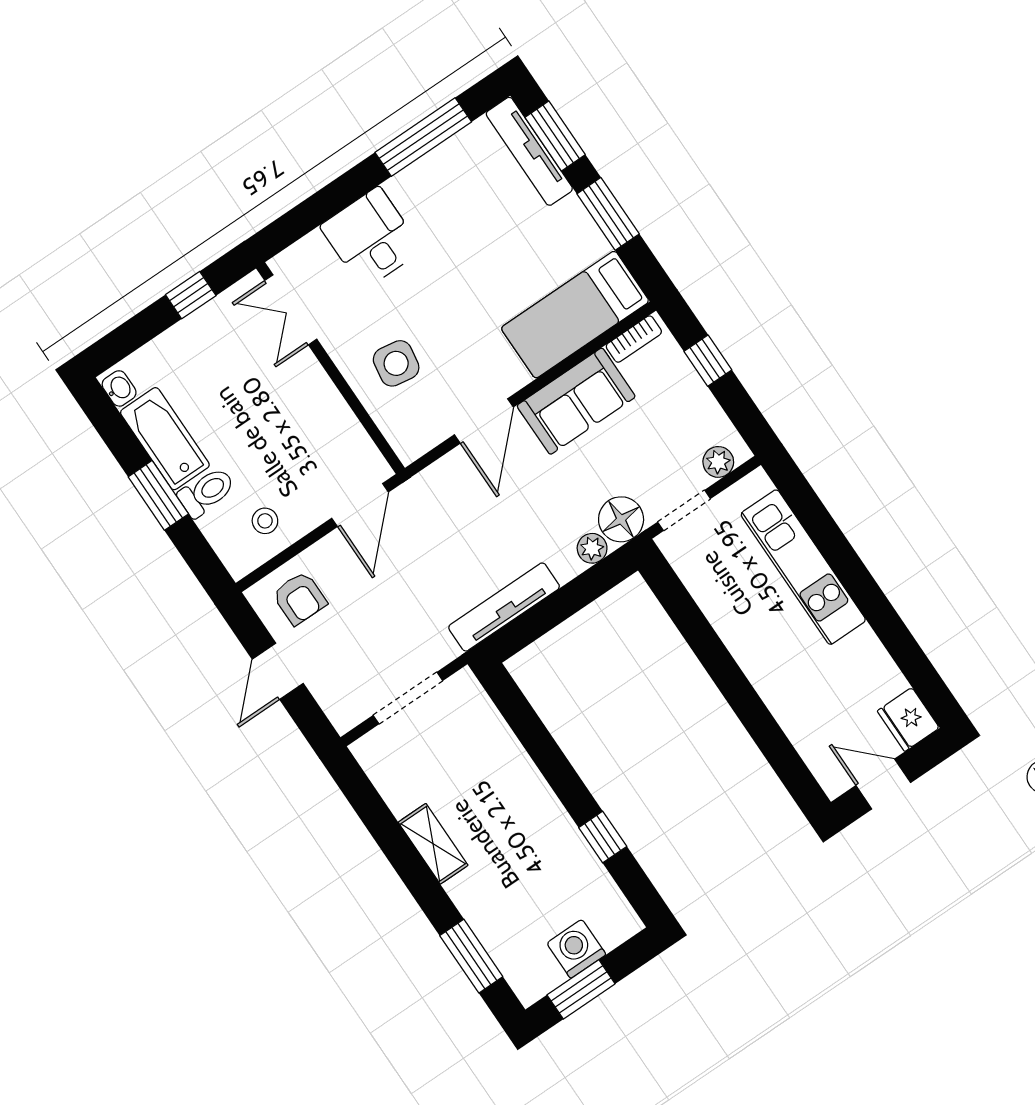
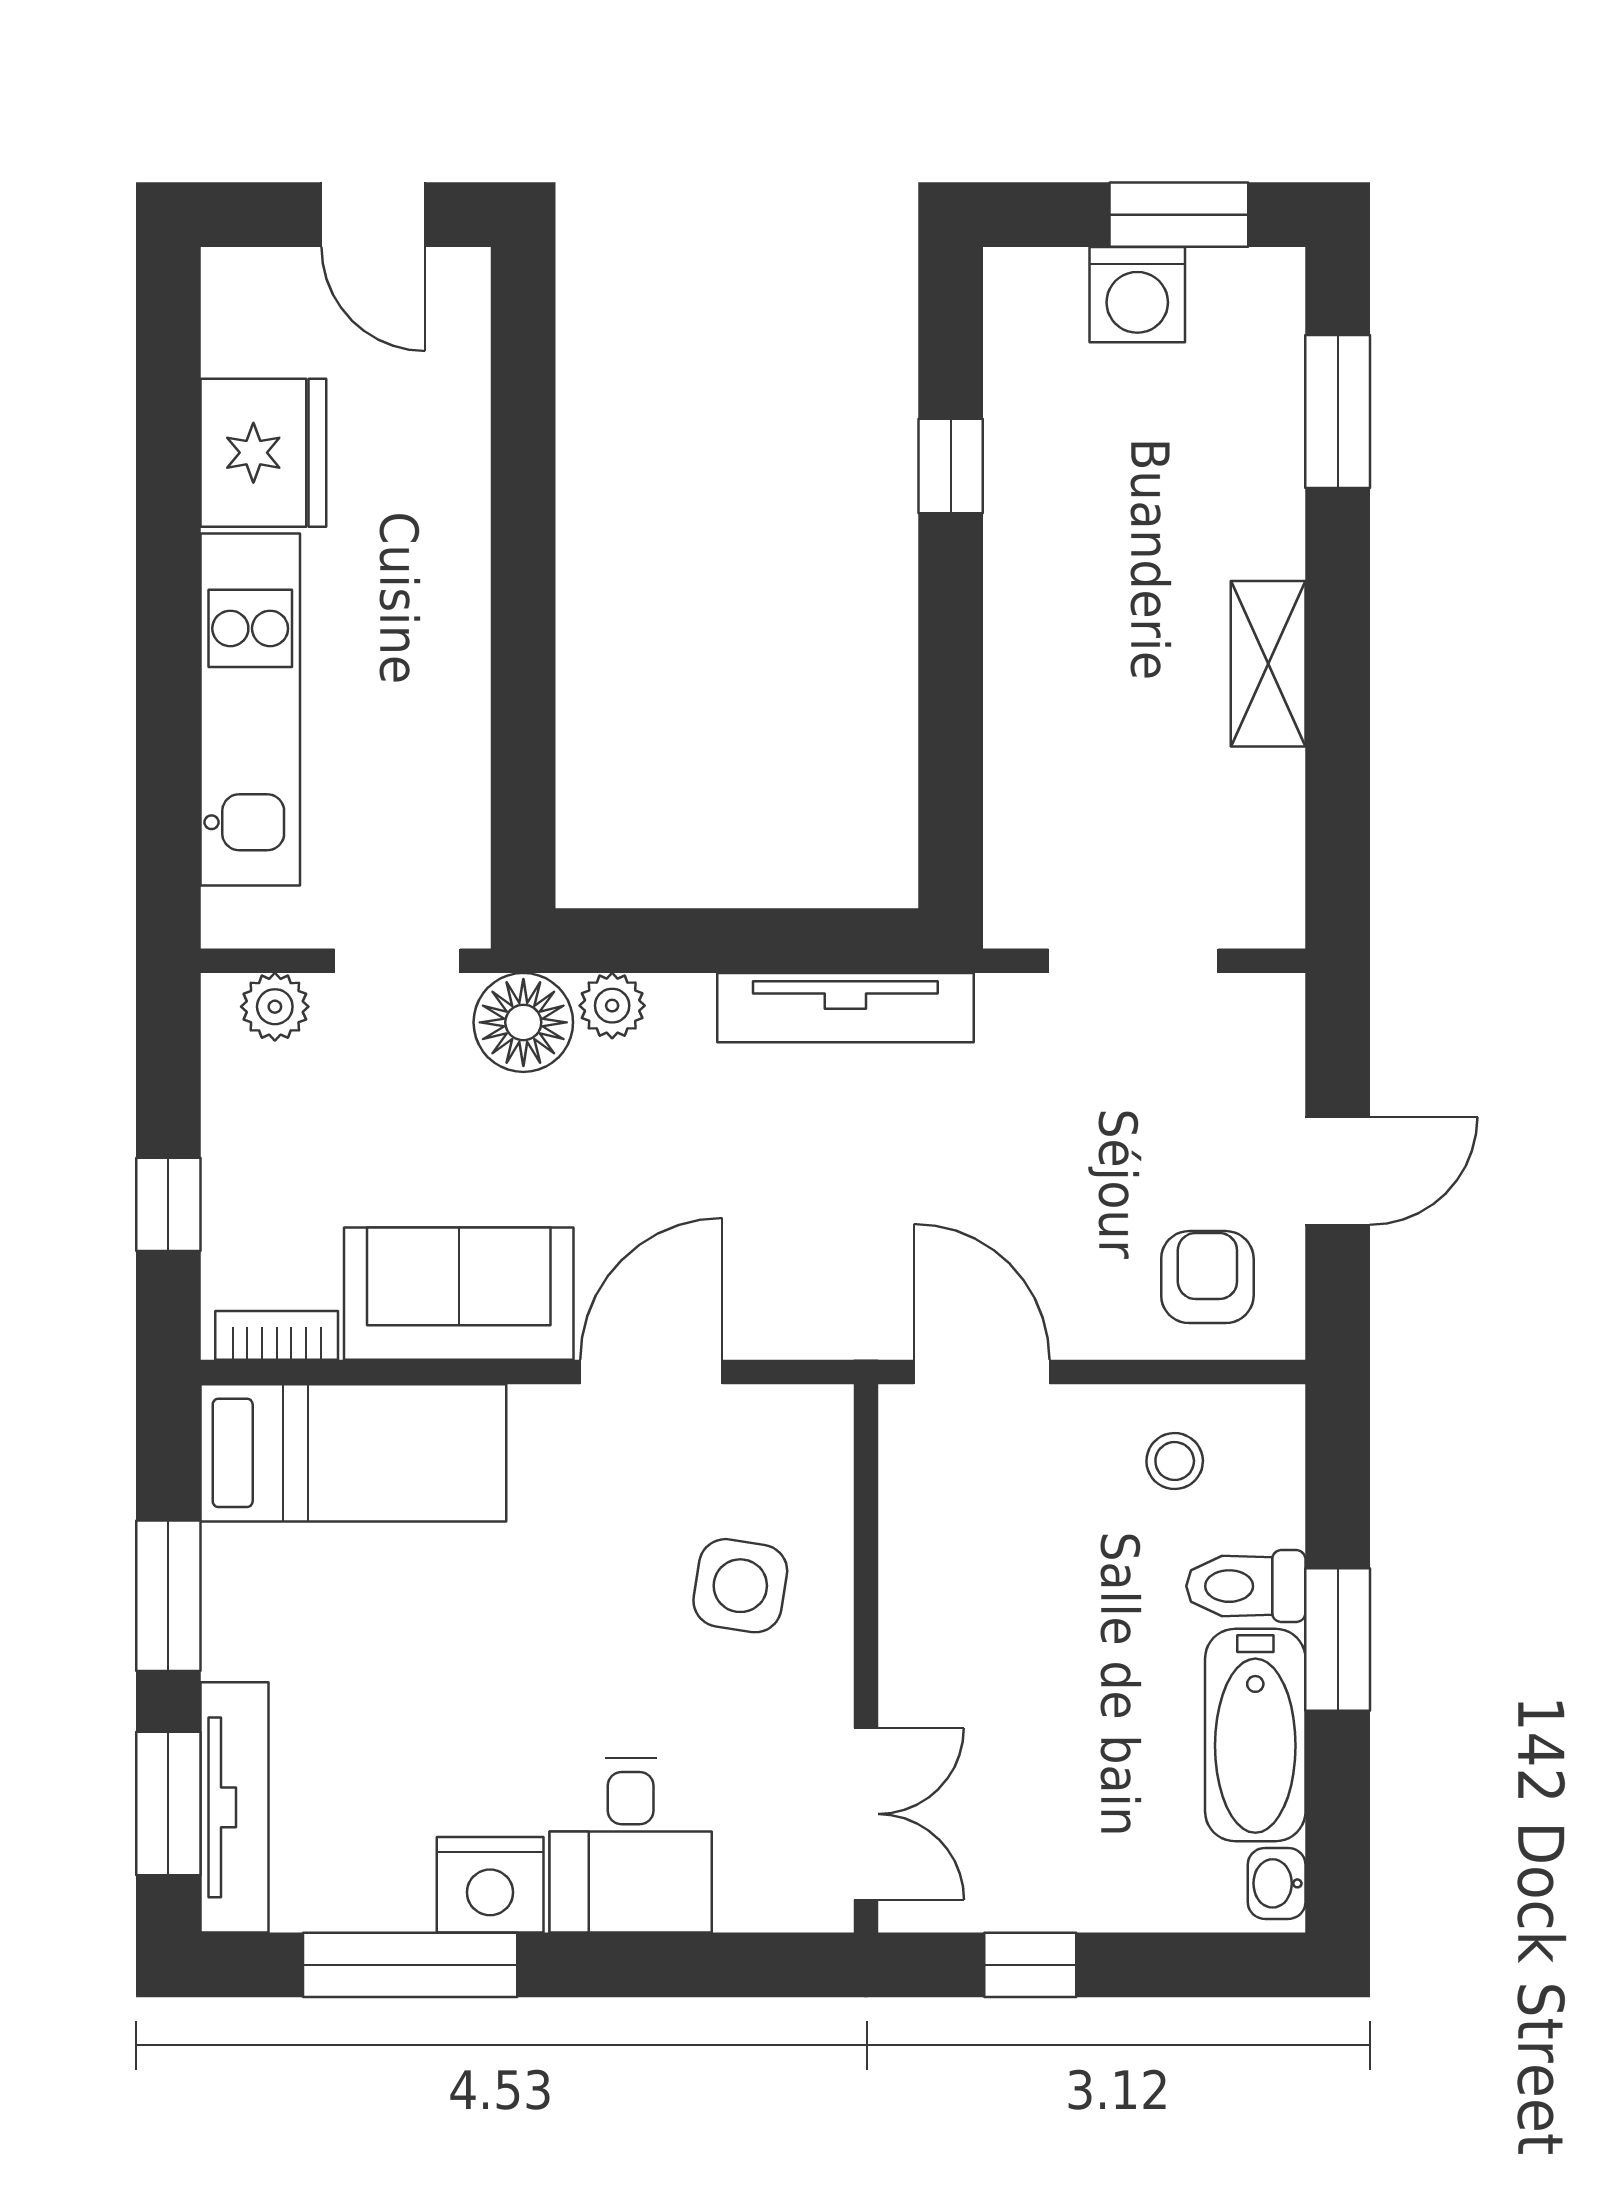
nightstand: (414, 187) -> (490, 1885), added
door: (360, 505) -> (982, 1372), hinge flipped
fridge: (908, 719) -> (263, 453), moved, width x1.36, depth x1.34

